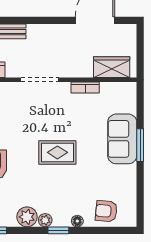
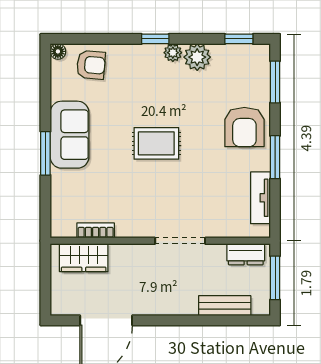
bookcase: (85, 87) -> (96, 230), moved
sofa: (122, 139) -> (70, 135), moved
floor lamp: (77, 221) -> (58, 51), moved

